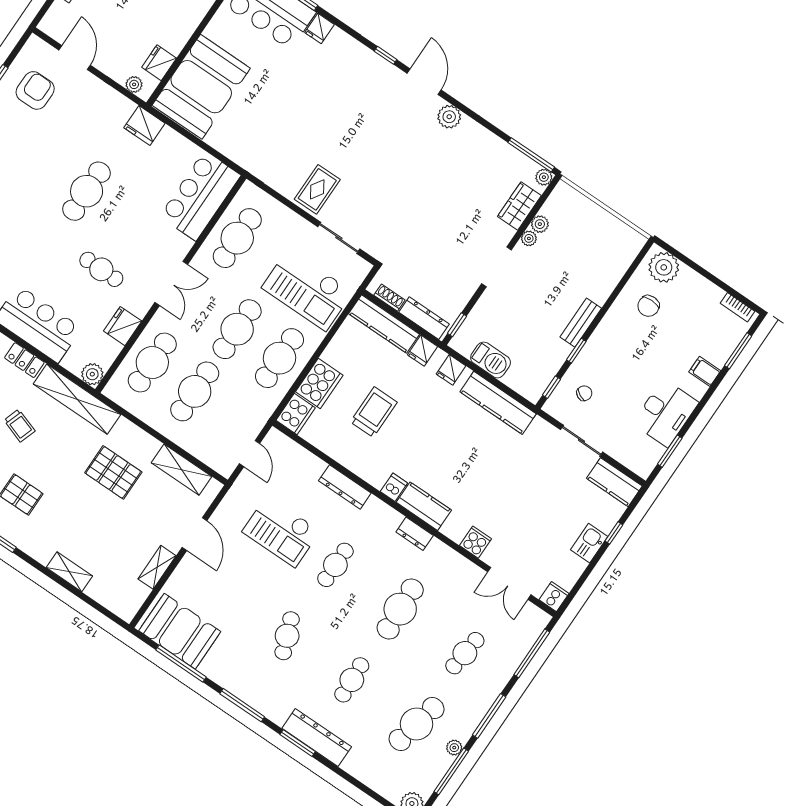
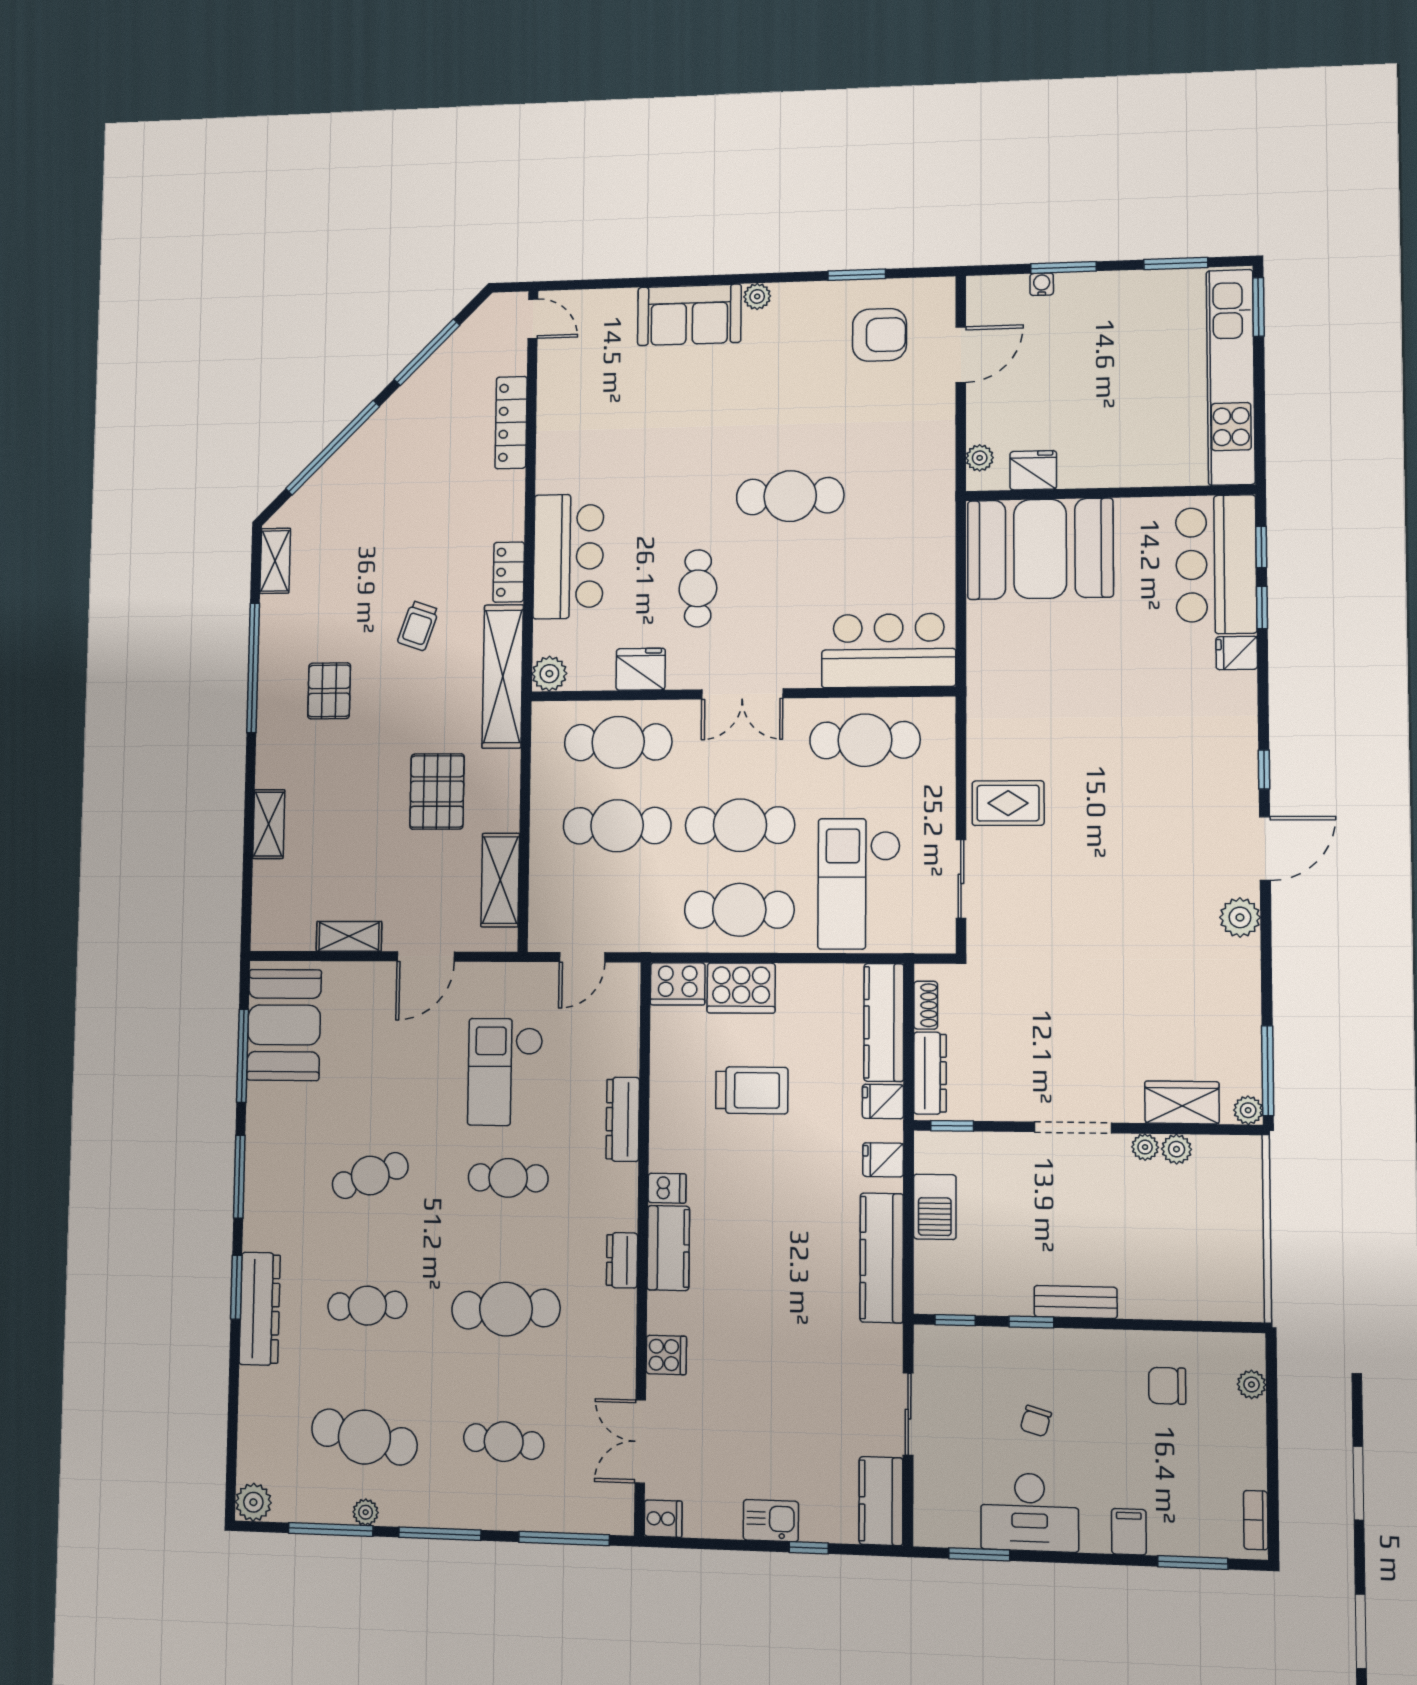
fridge: (144, 125) -> (933, 510), removed
plant: (664, 267) -> (1252, 1385), width x0.53, depth x0.53
chair: (584, 393) -> (1036, 1421), moved, turned 79

